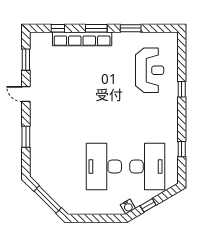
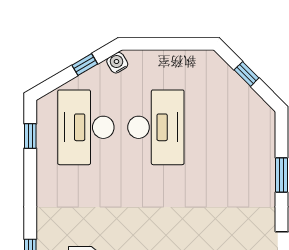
window: (182, 149) -> (30, 136), moved
window: (48, 200) -> (247, 74), width x0.46

